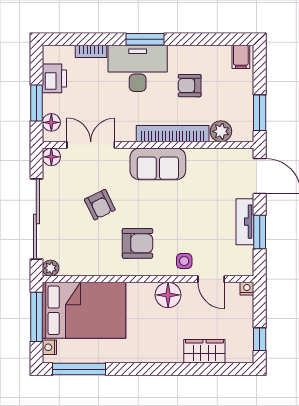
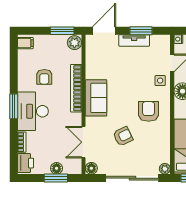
printer: (54, 78) -> (26, 163), moved, turned 90
floor lamp: (51, 122) -> (57, 168), moved
plant: (221, 131) -> (74, 43), moved

